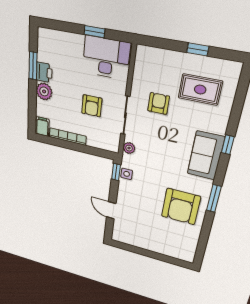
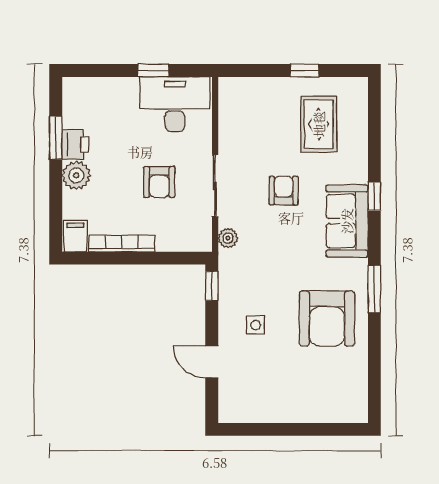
rug: (200, 90) -> (319, 124), turned 90
armchair: (159, 104) -> (284, 191), moved
side table: (127, 174) -> (256, 325), moved

